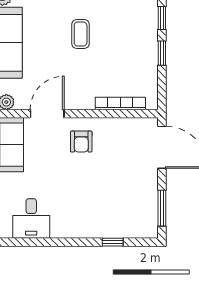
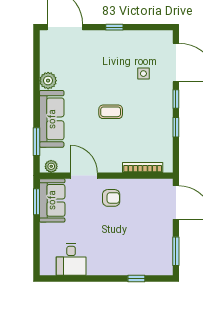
coffee table: (81, 34) -> (111, 112), turned 90
door: (47, 114) -> (84, 176), hinge flipped
armchair: (81, 142) -> (111, 198), turned -90

